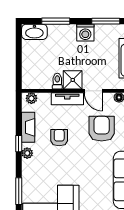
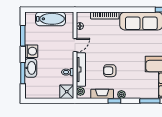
washbasin: (34, 32) -> (31, 68), moved
shower: (73, 80) -> (67, 92), moved
tv unit: (67, 99) -> (81, 70), width x1.41
armchair: (102, 129) -> (103, 39), removed

